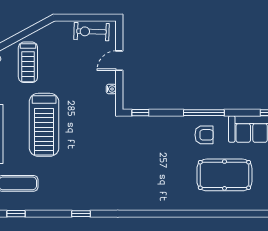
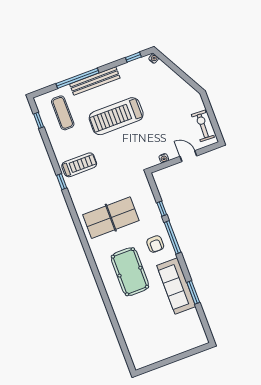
treadmill: (28, 62) -> (79, 165), moved, turned 180
window: (140, 113) -> (162, 209), moved
table tennis table: (156, 174) -> (111, 218), added
window: (81, 214) -> (62, 182), moved

